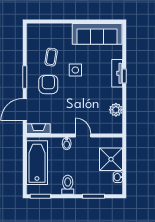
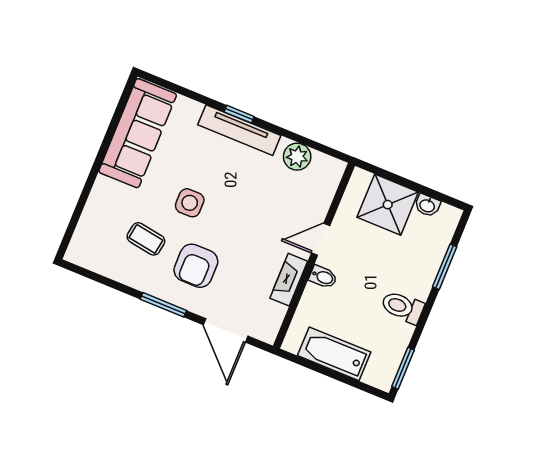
tv unit: (117, 73) -> (239, 130), width x1.41
armchair: (48, 84) -> (196, 266), turned -90
fireplace: (38, 129) -> (289, 280), moved
bathtub: (37, 163) -> (334, 354), width x0.73, depth x0.73

